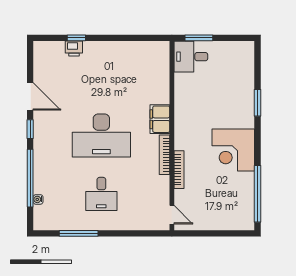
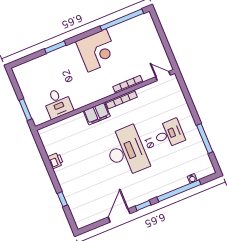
printer: (74, 48) -> (56, 161), moved
desk: (191, 57) -> (58, 103), moved
door: (172, 215) -> (163, 76), hinge flipped

